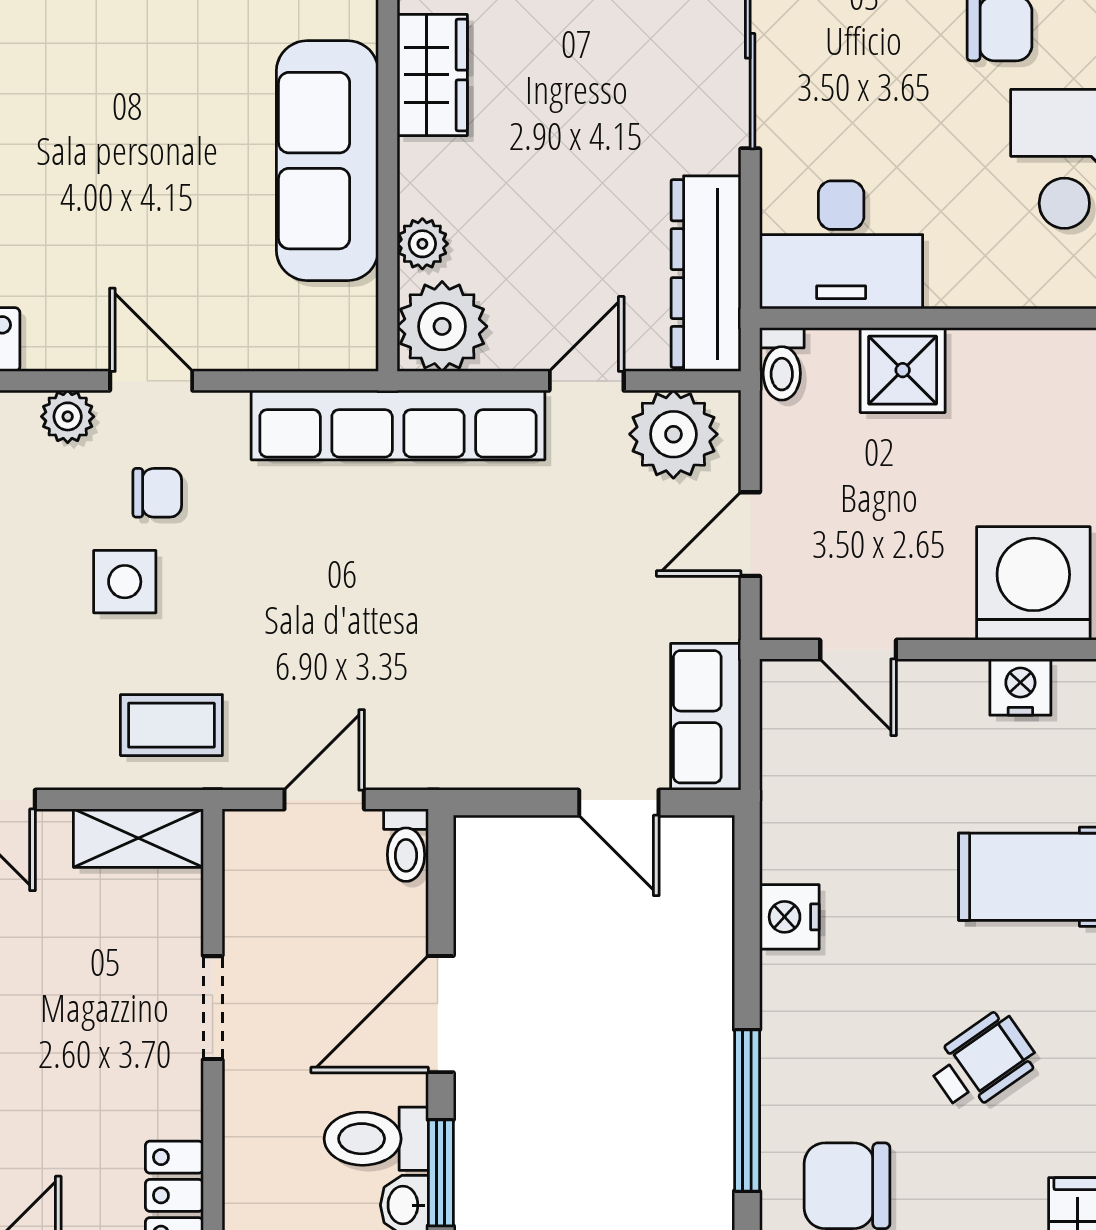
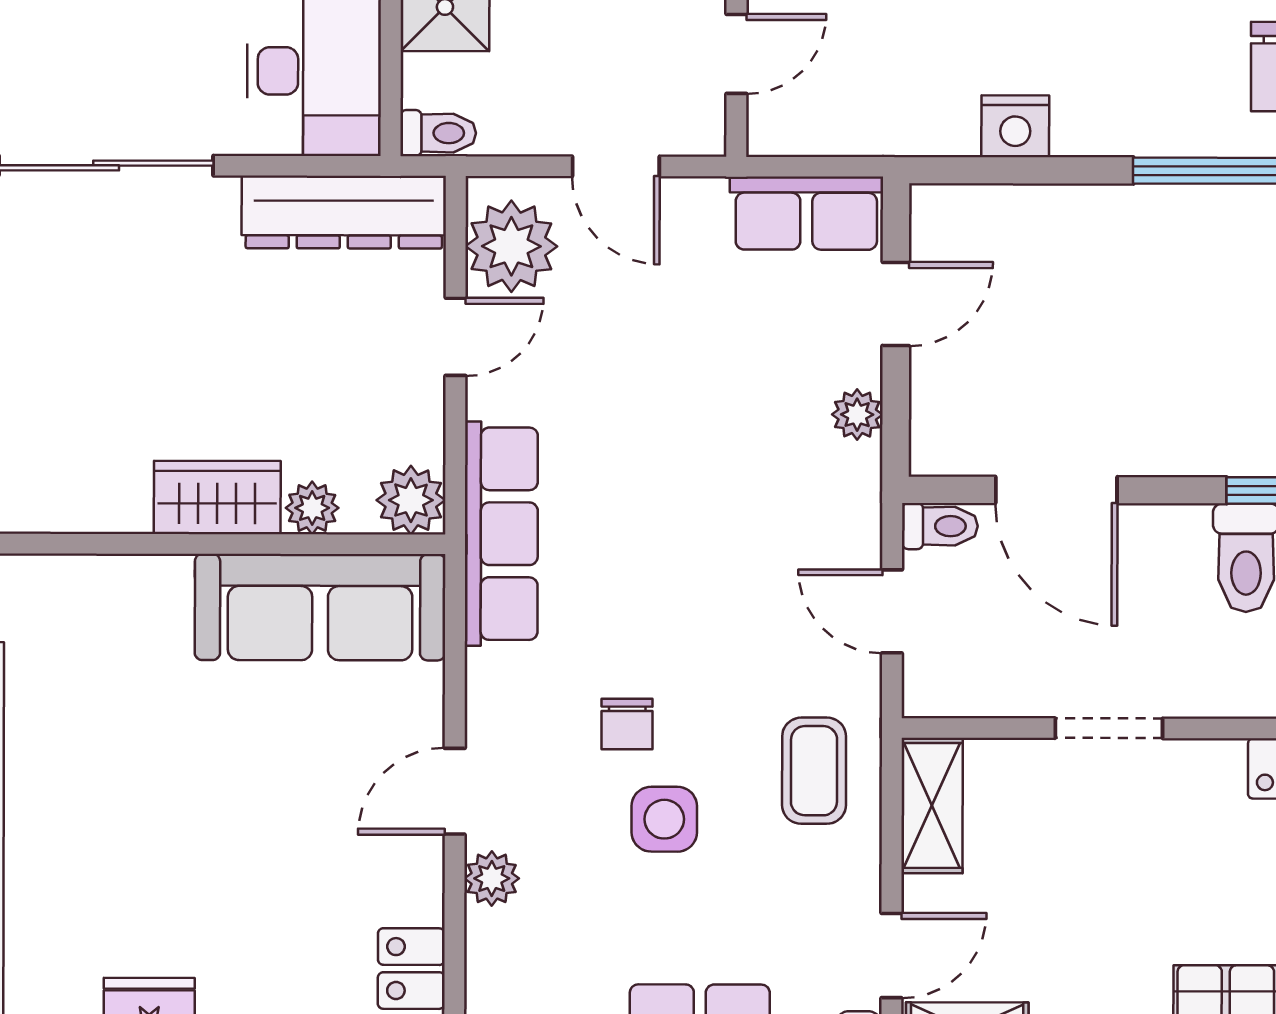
wardrobe: (432, 75) -> (217, 498), moved
sofa: (327, 161) -> (320, 607), moved
plant: (442, 326) -> (411, 500), width x0.73, depth x0.73
door: (587, 381) -> (455, 337), swing flipped
row of seats: (398, 425) -> (501, 534), width x0.73
chair: (157, 493) -> (627, 724), moved, turned 180
plant: (513, 766) -> (857, 415), added
door: (441, 1014) -> (1056, 490), moved

